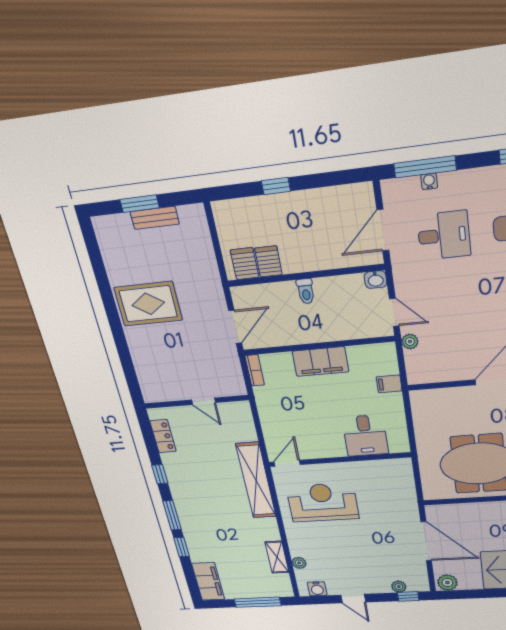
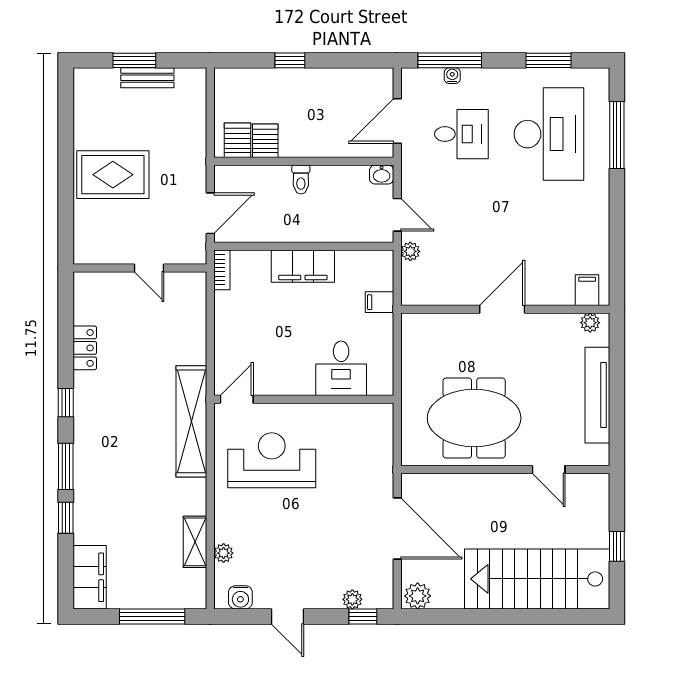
door: (203, 401) -> (149, 268), moved
wall: (196, 402) -> (140, 268), moved

